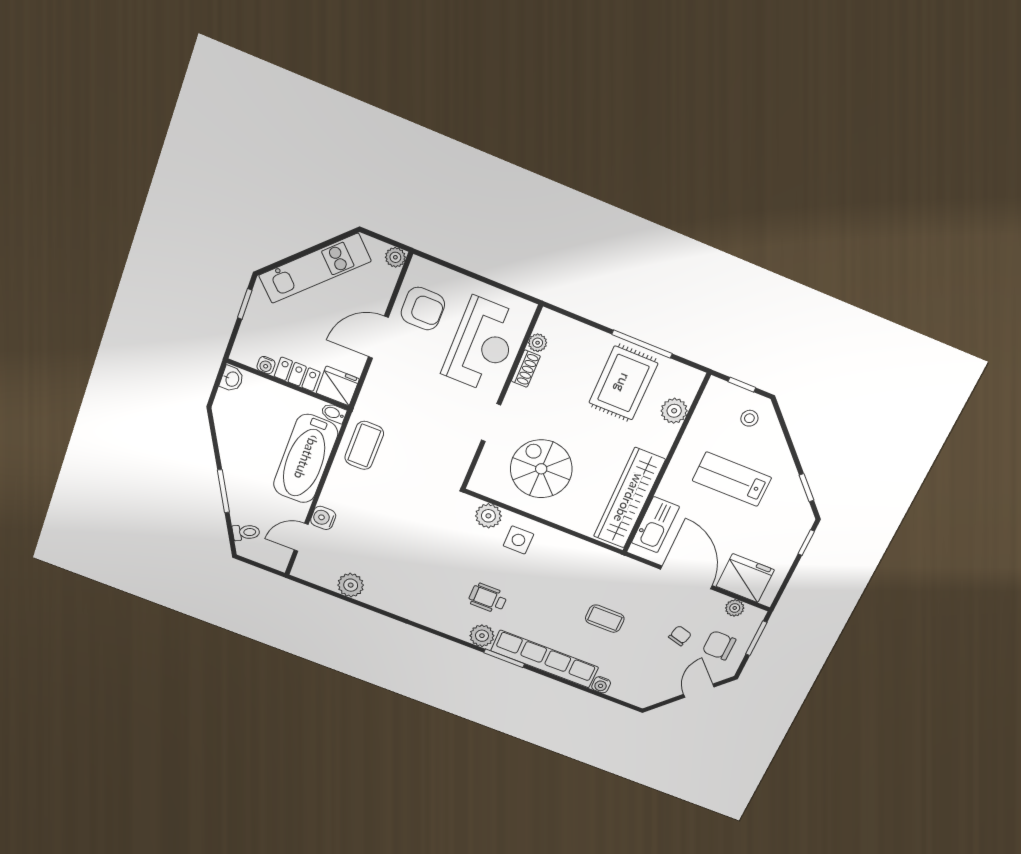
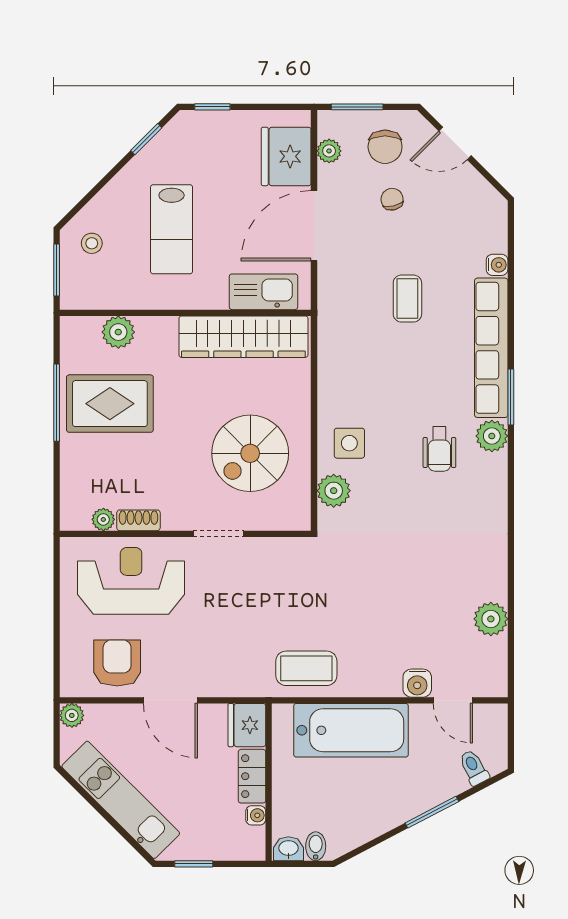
window: (742, 385) -> (57, 270), width x1.50
bidet: (334, 413) -> (316, 846), moved, turned 180
chair: (680, 636) -> (392, 199), turned 62

